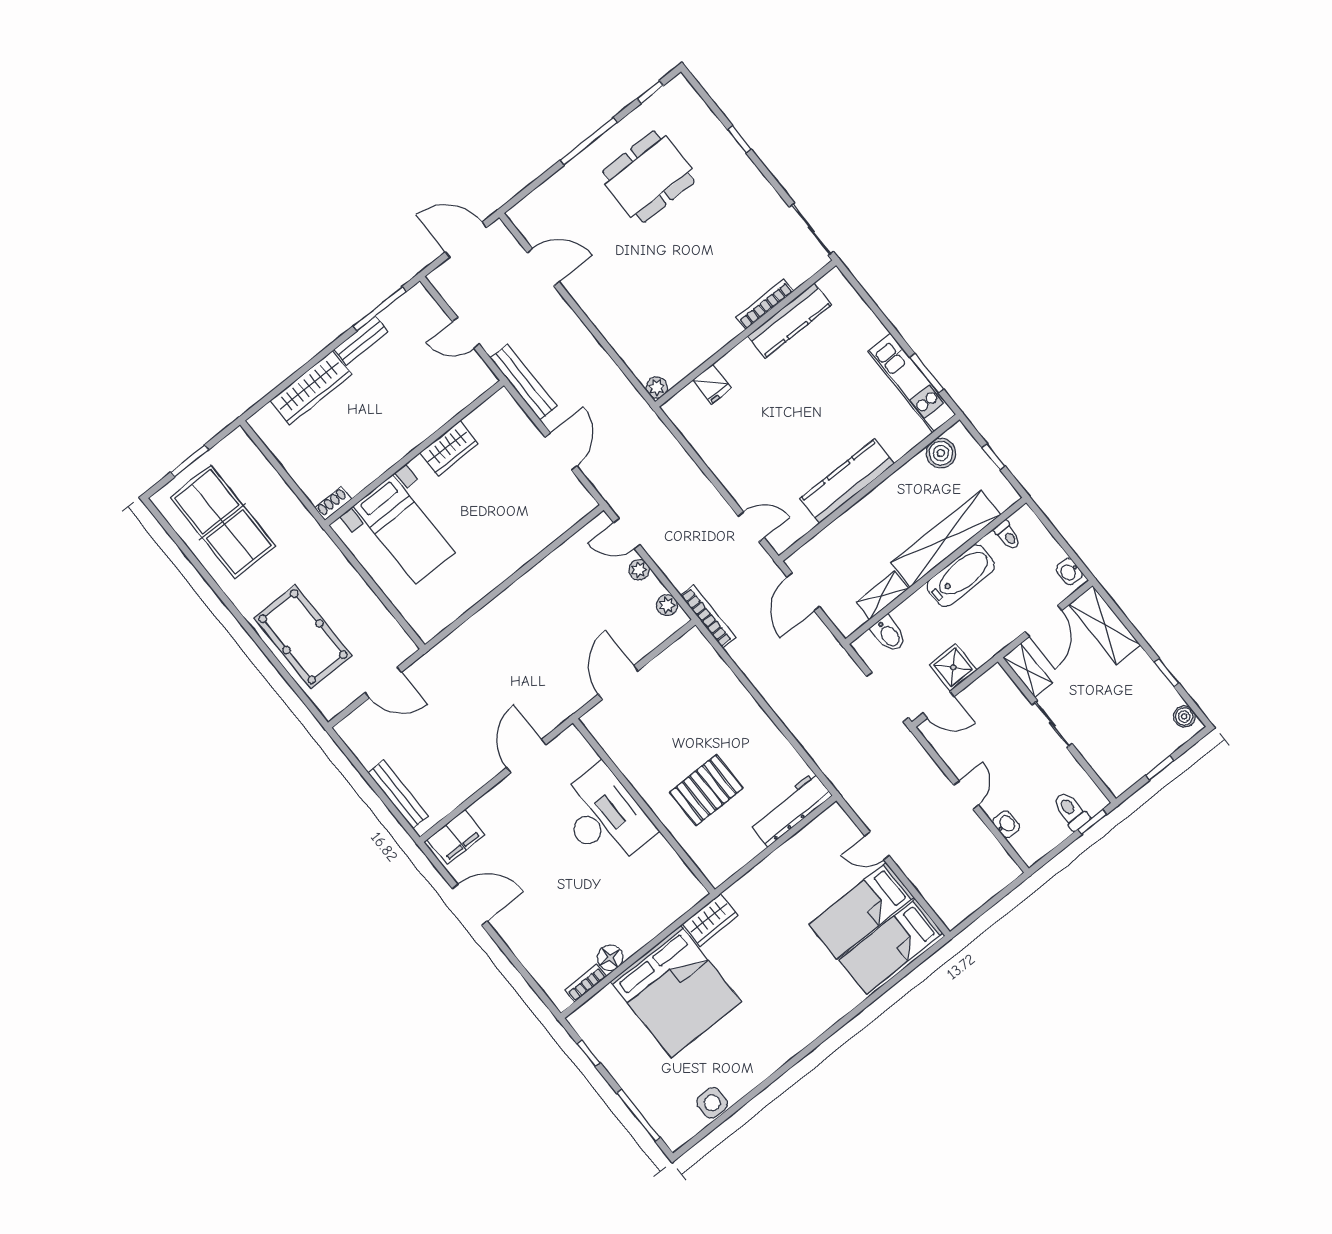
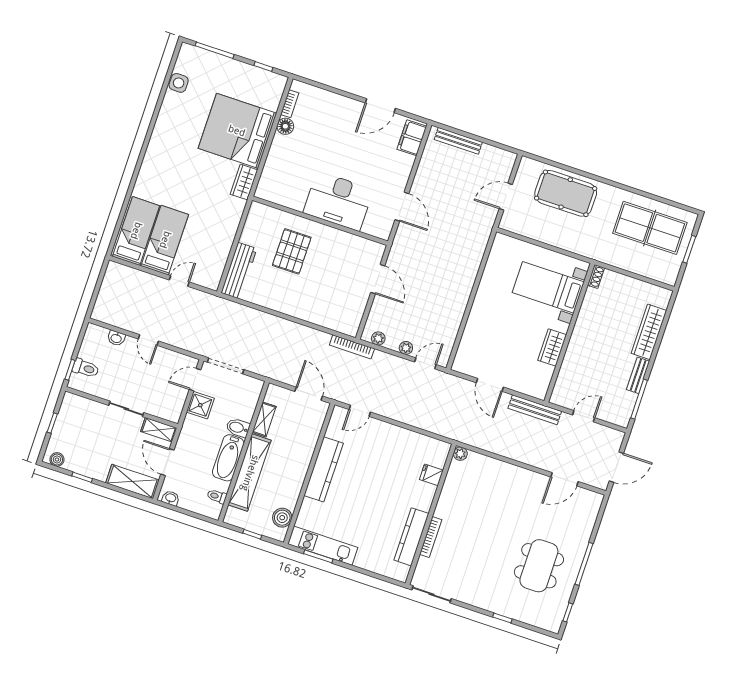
bidet: (889, 634) -> (238, 428), moved

